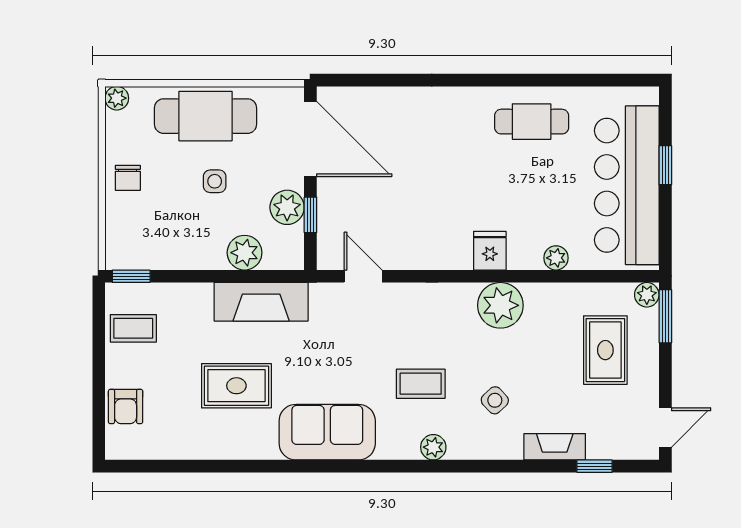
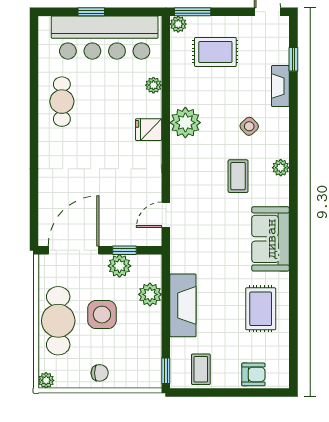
side table: (215, 181) -> (102, 315), width x1.87, depth x1.87
fireplace: (261, 302) -> (183, 305), moved
rug: (236, 386) -> (261, 309), moved

